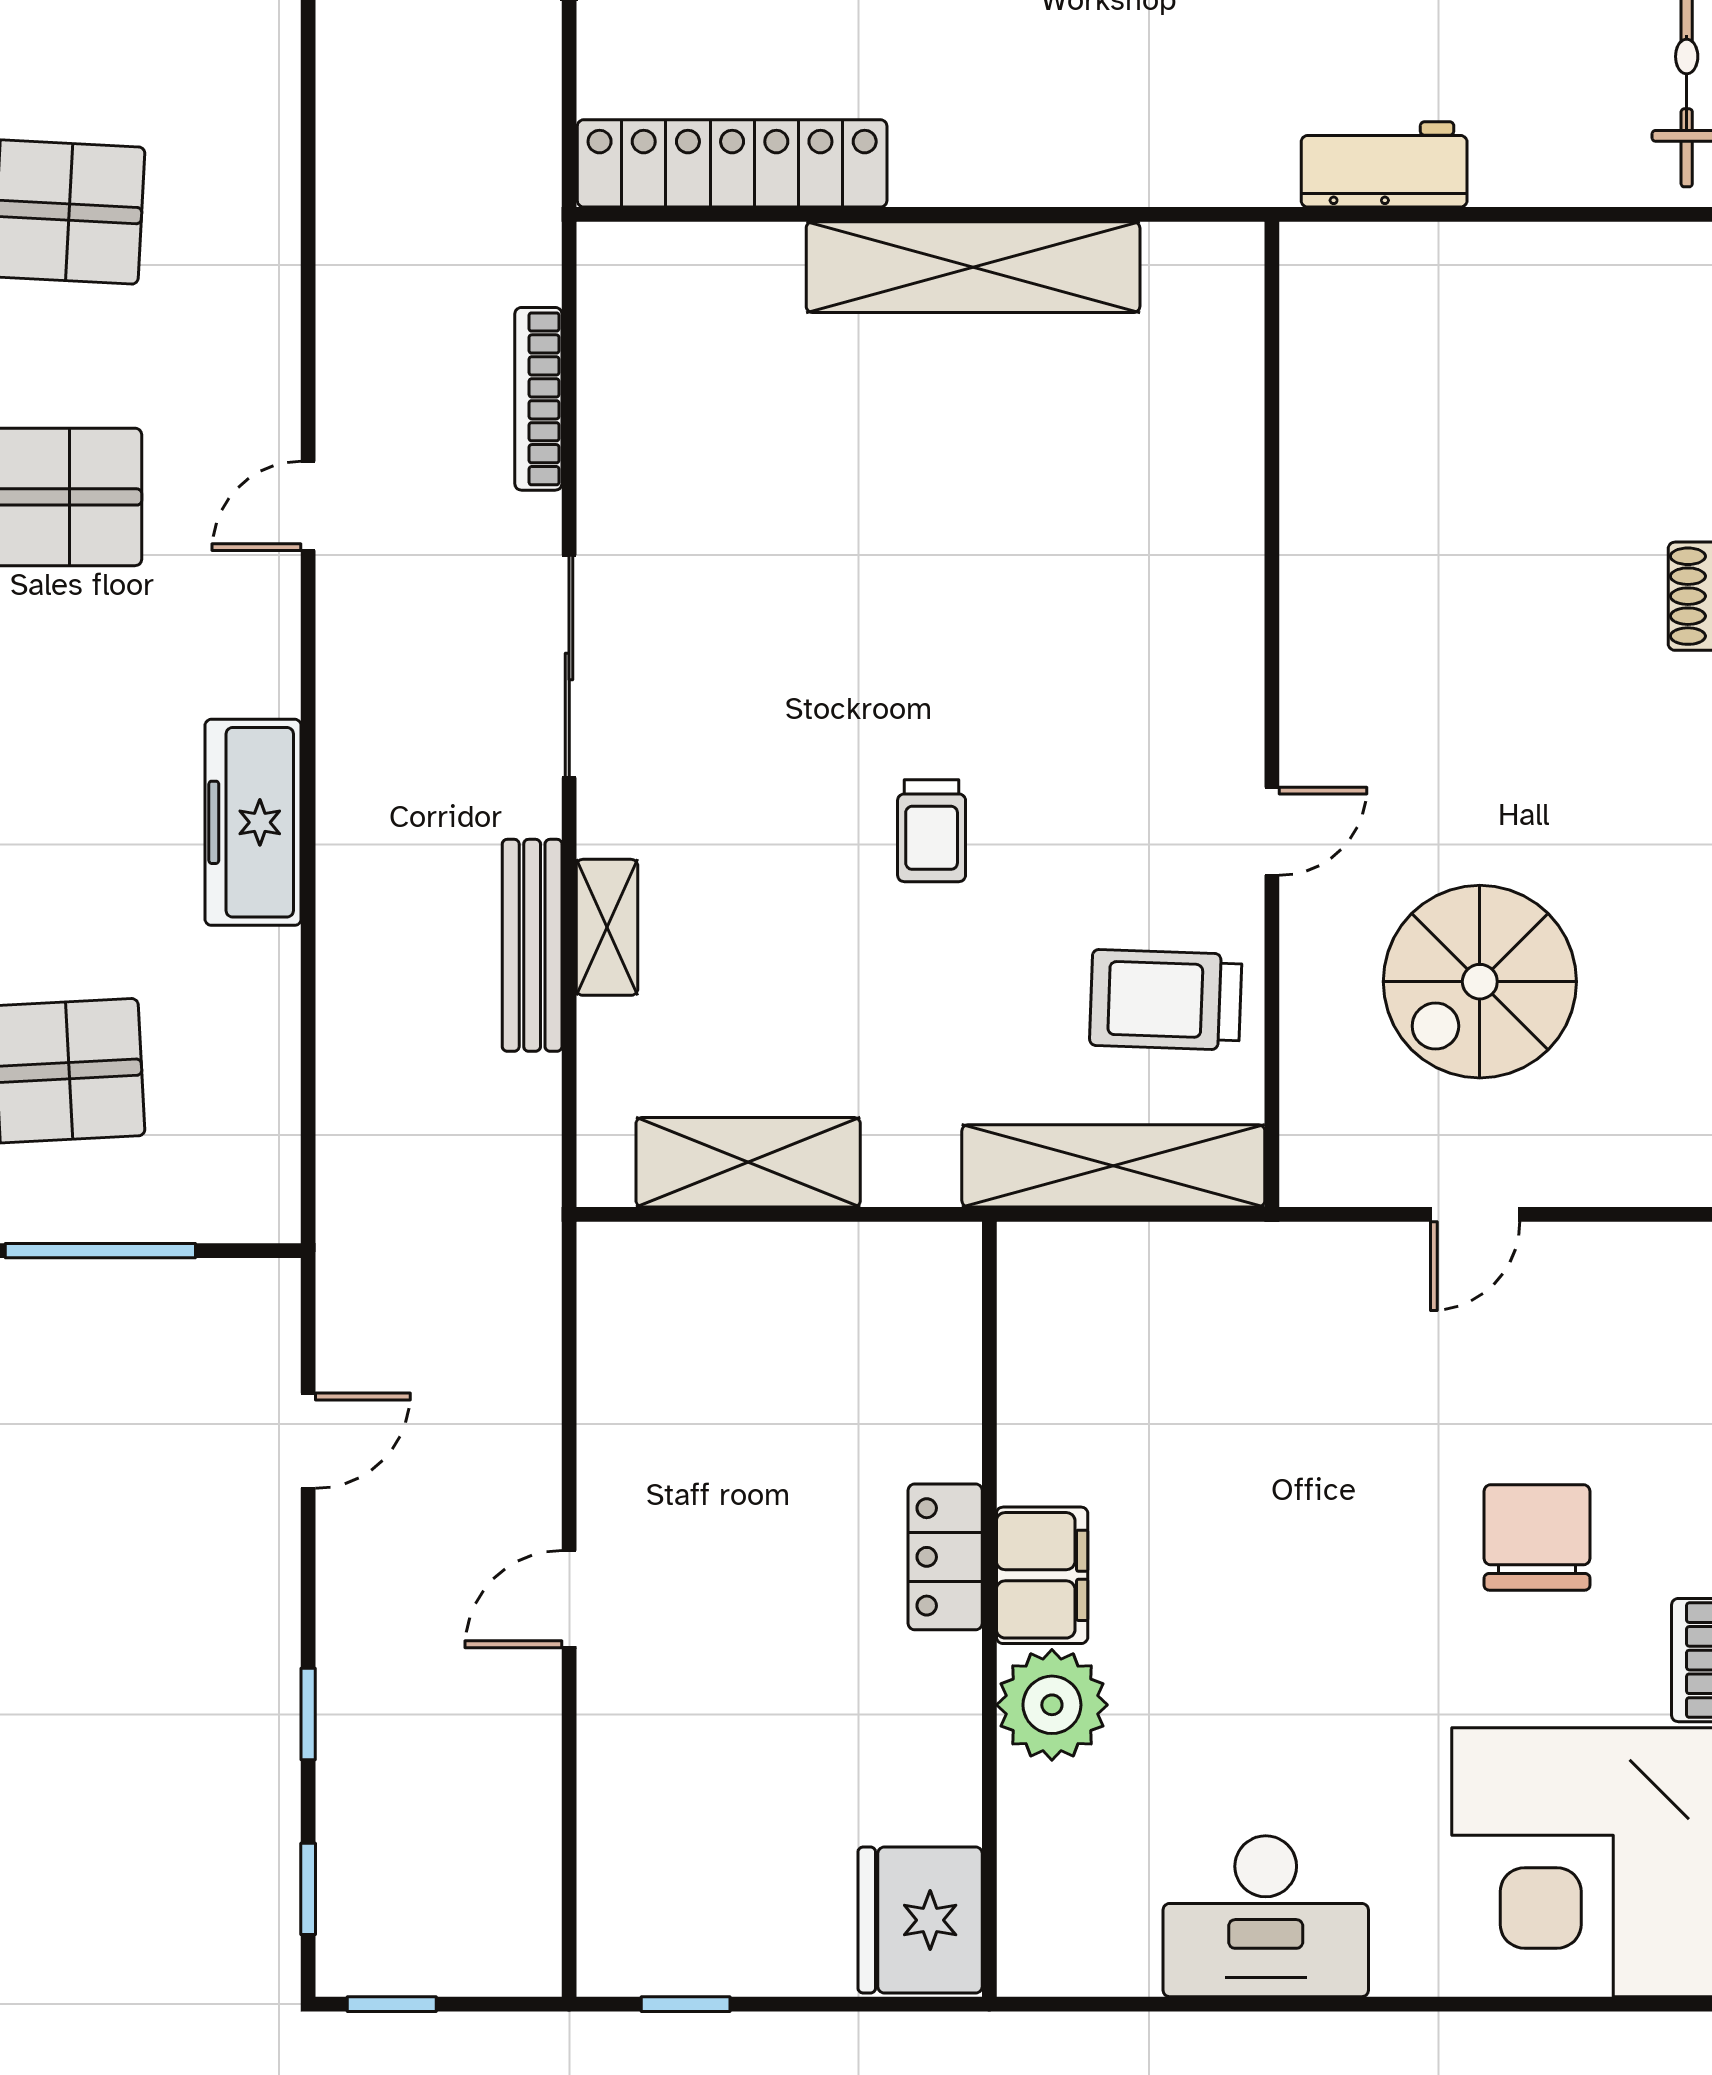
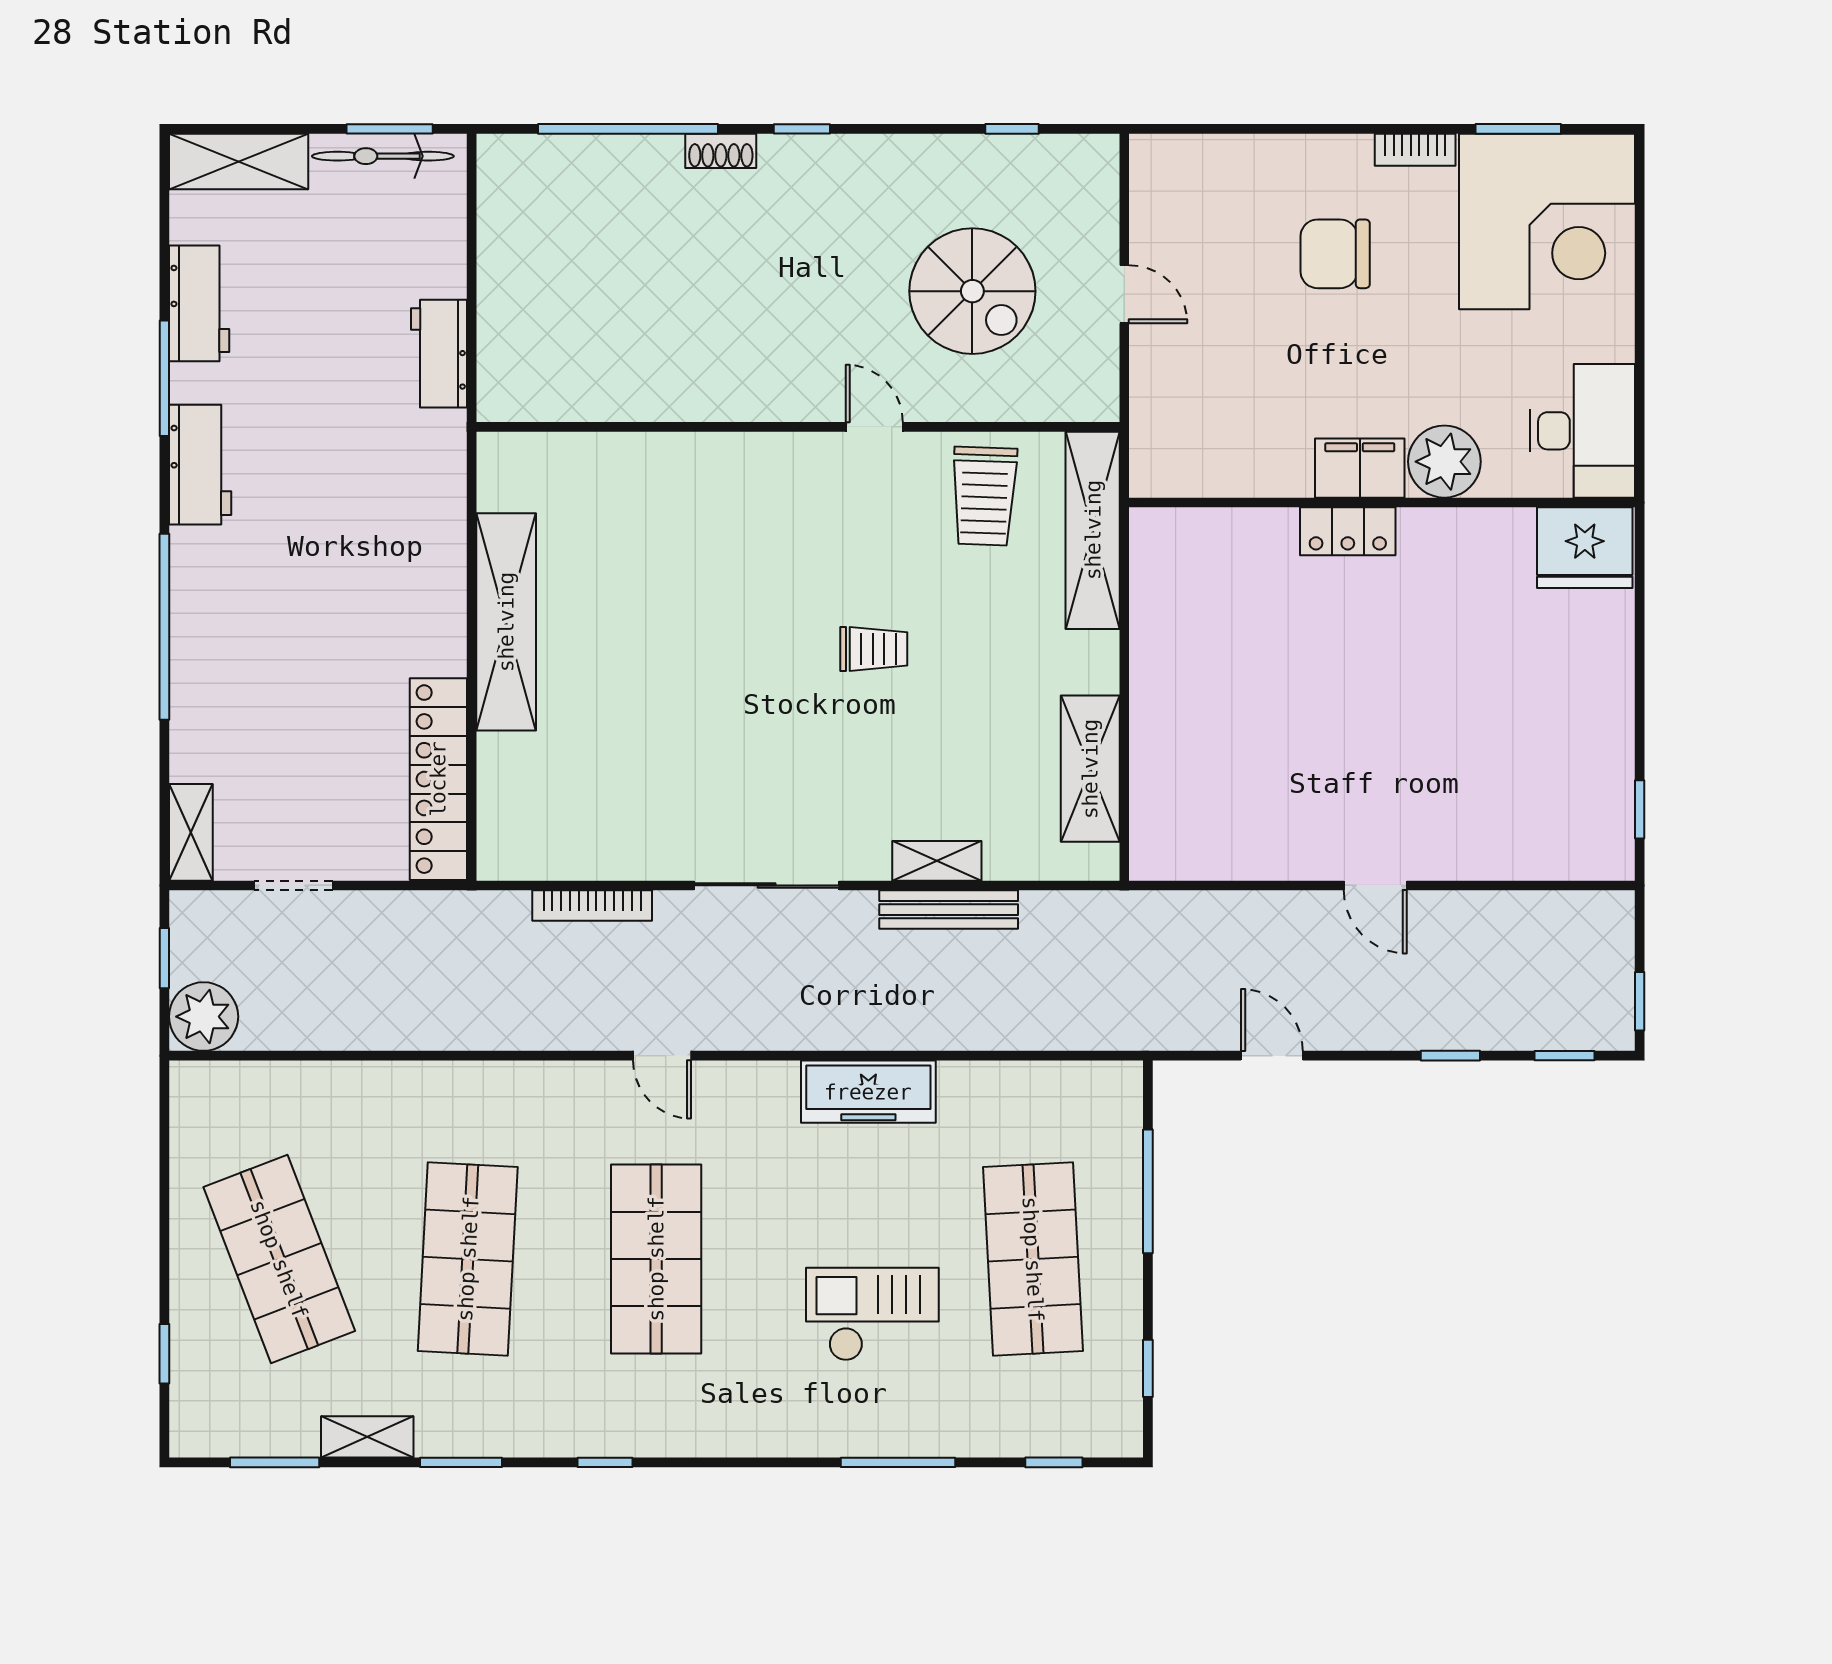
locker: (945, 1557) -> (1348, 531), moved
filing cabinet: (1042, 1575) -> (1360, 468), moved
wall: (989, 1609) -> (1382, 502), moved
plant: (1052, 1705) -> (1444, 462), moved
fridge: (920, 1920) -> (1585, 548), moved

